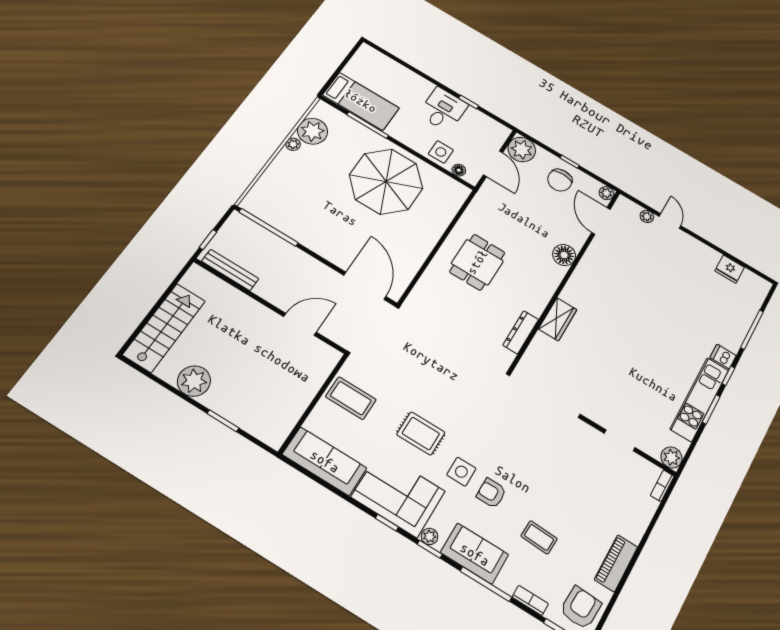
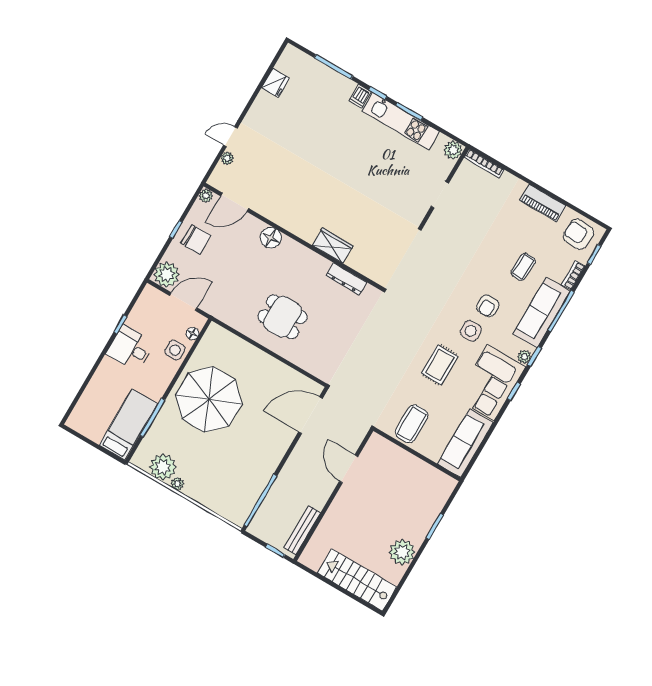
bookcase: (662, 486) -> (484, 164), width x1.56
sofa: (475, 554) -> (542, 313), width x1.36

